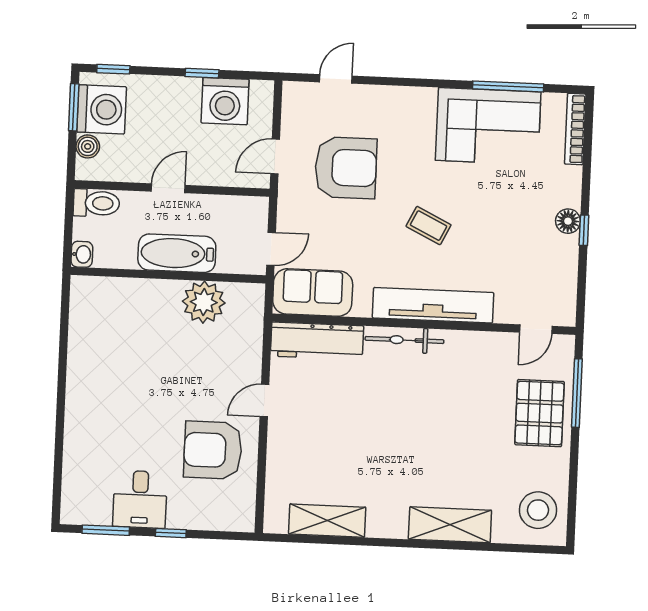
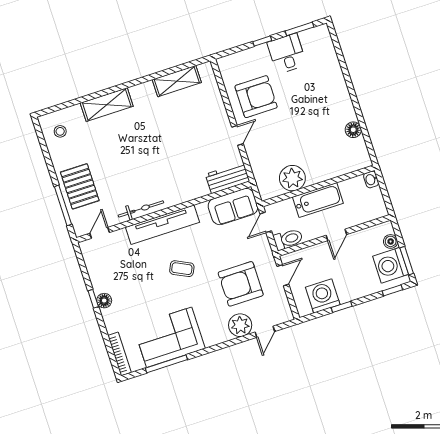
plant: (371, 104) -> (240, 325), added
toilet: (96, 203) -> (288, 239), moved, turned 180
bicycle: (404, 340) -> (141, 209), moved
workbench: (317, 341) -> (228, 178), width x0.73
floor lamp: (81, 342) -> (353, 130), added
stool: (538, 510) -> (60, 131), width x0.53, depth x0.53

